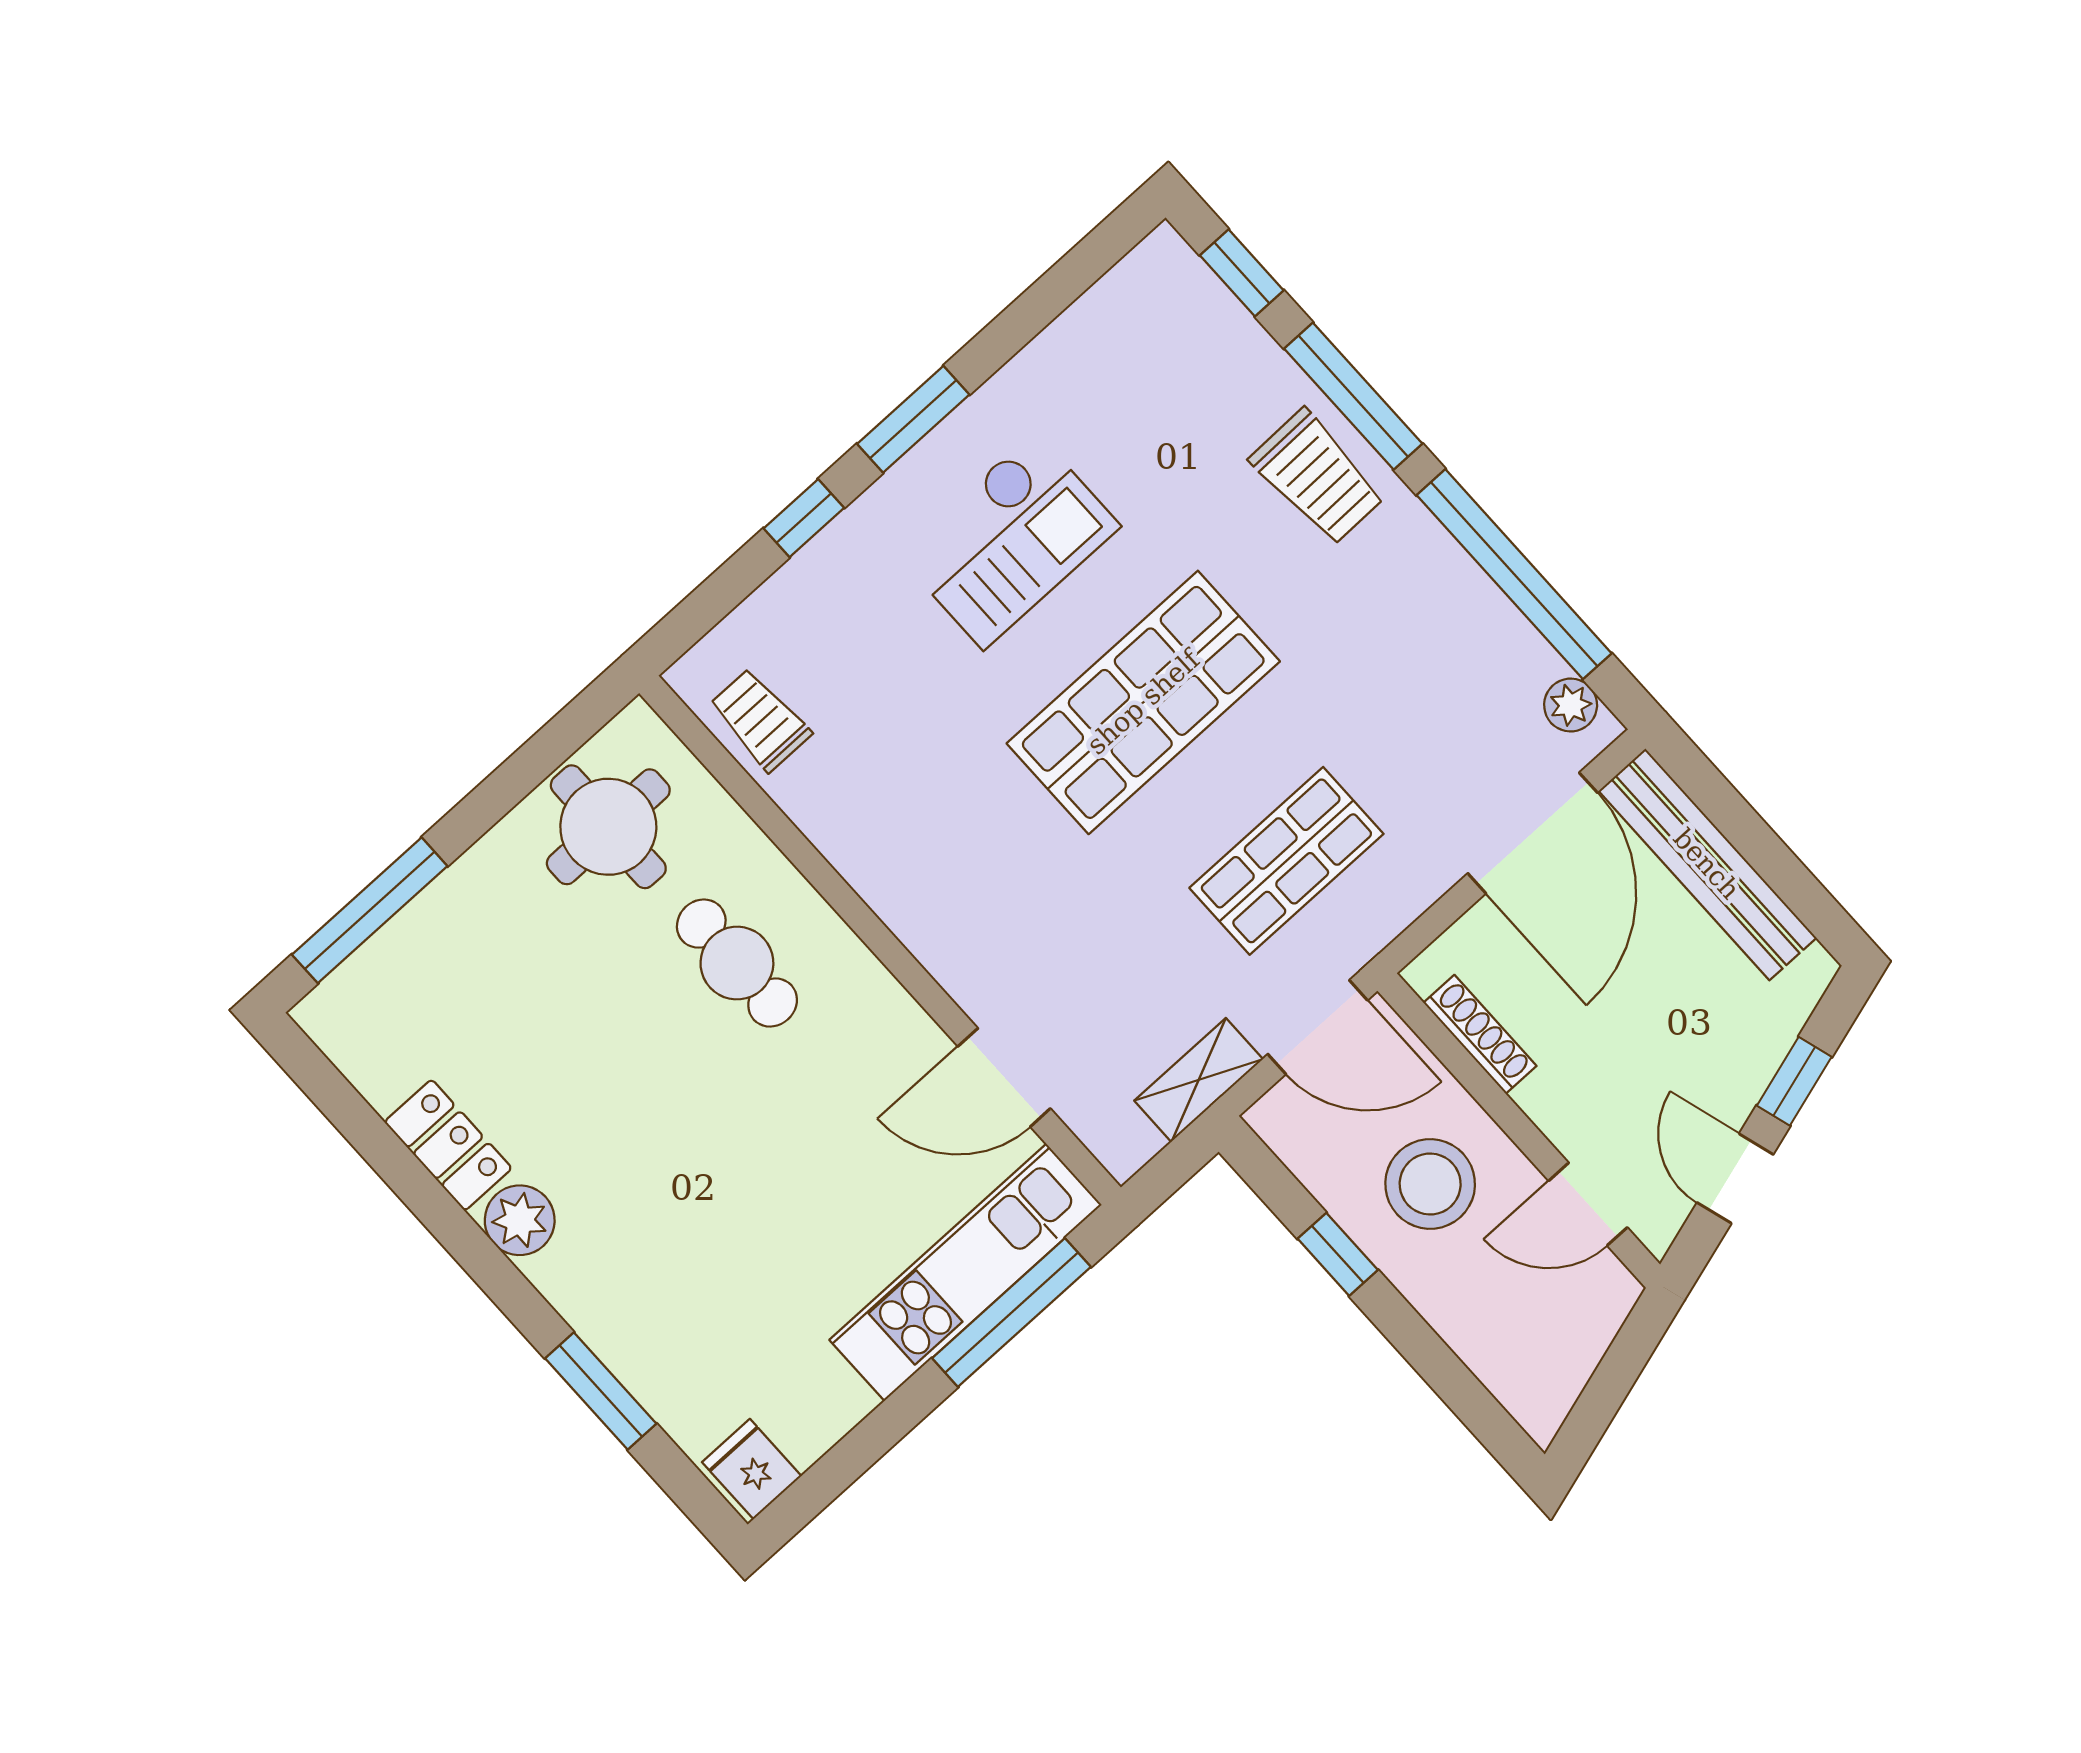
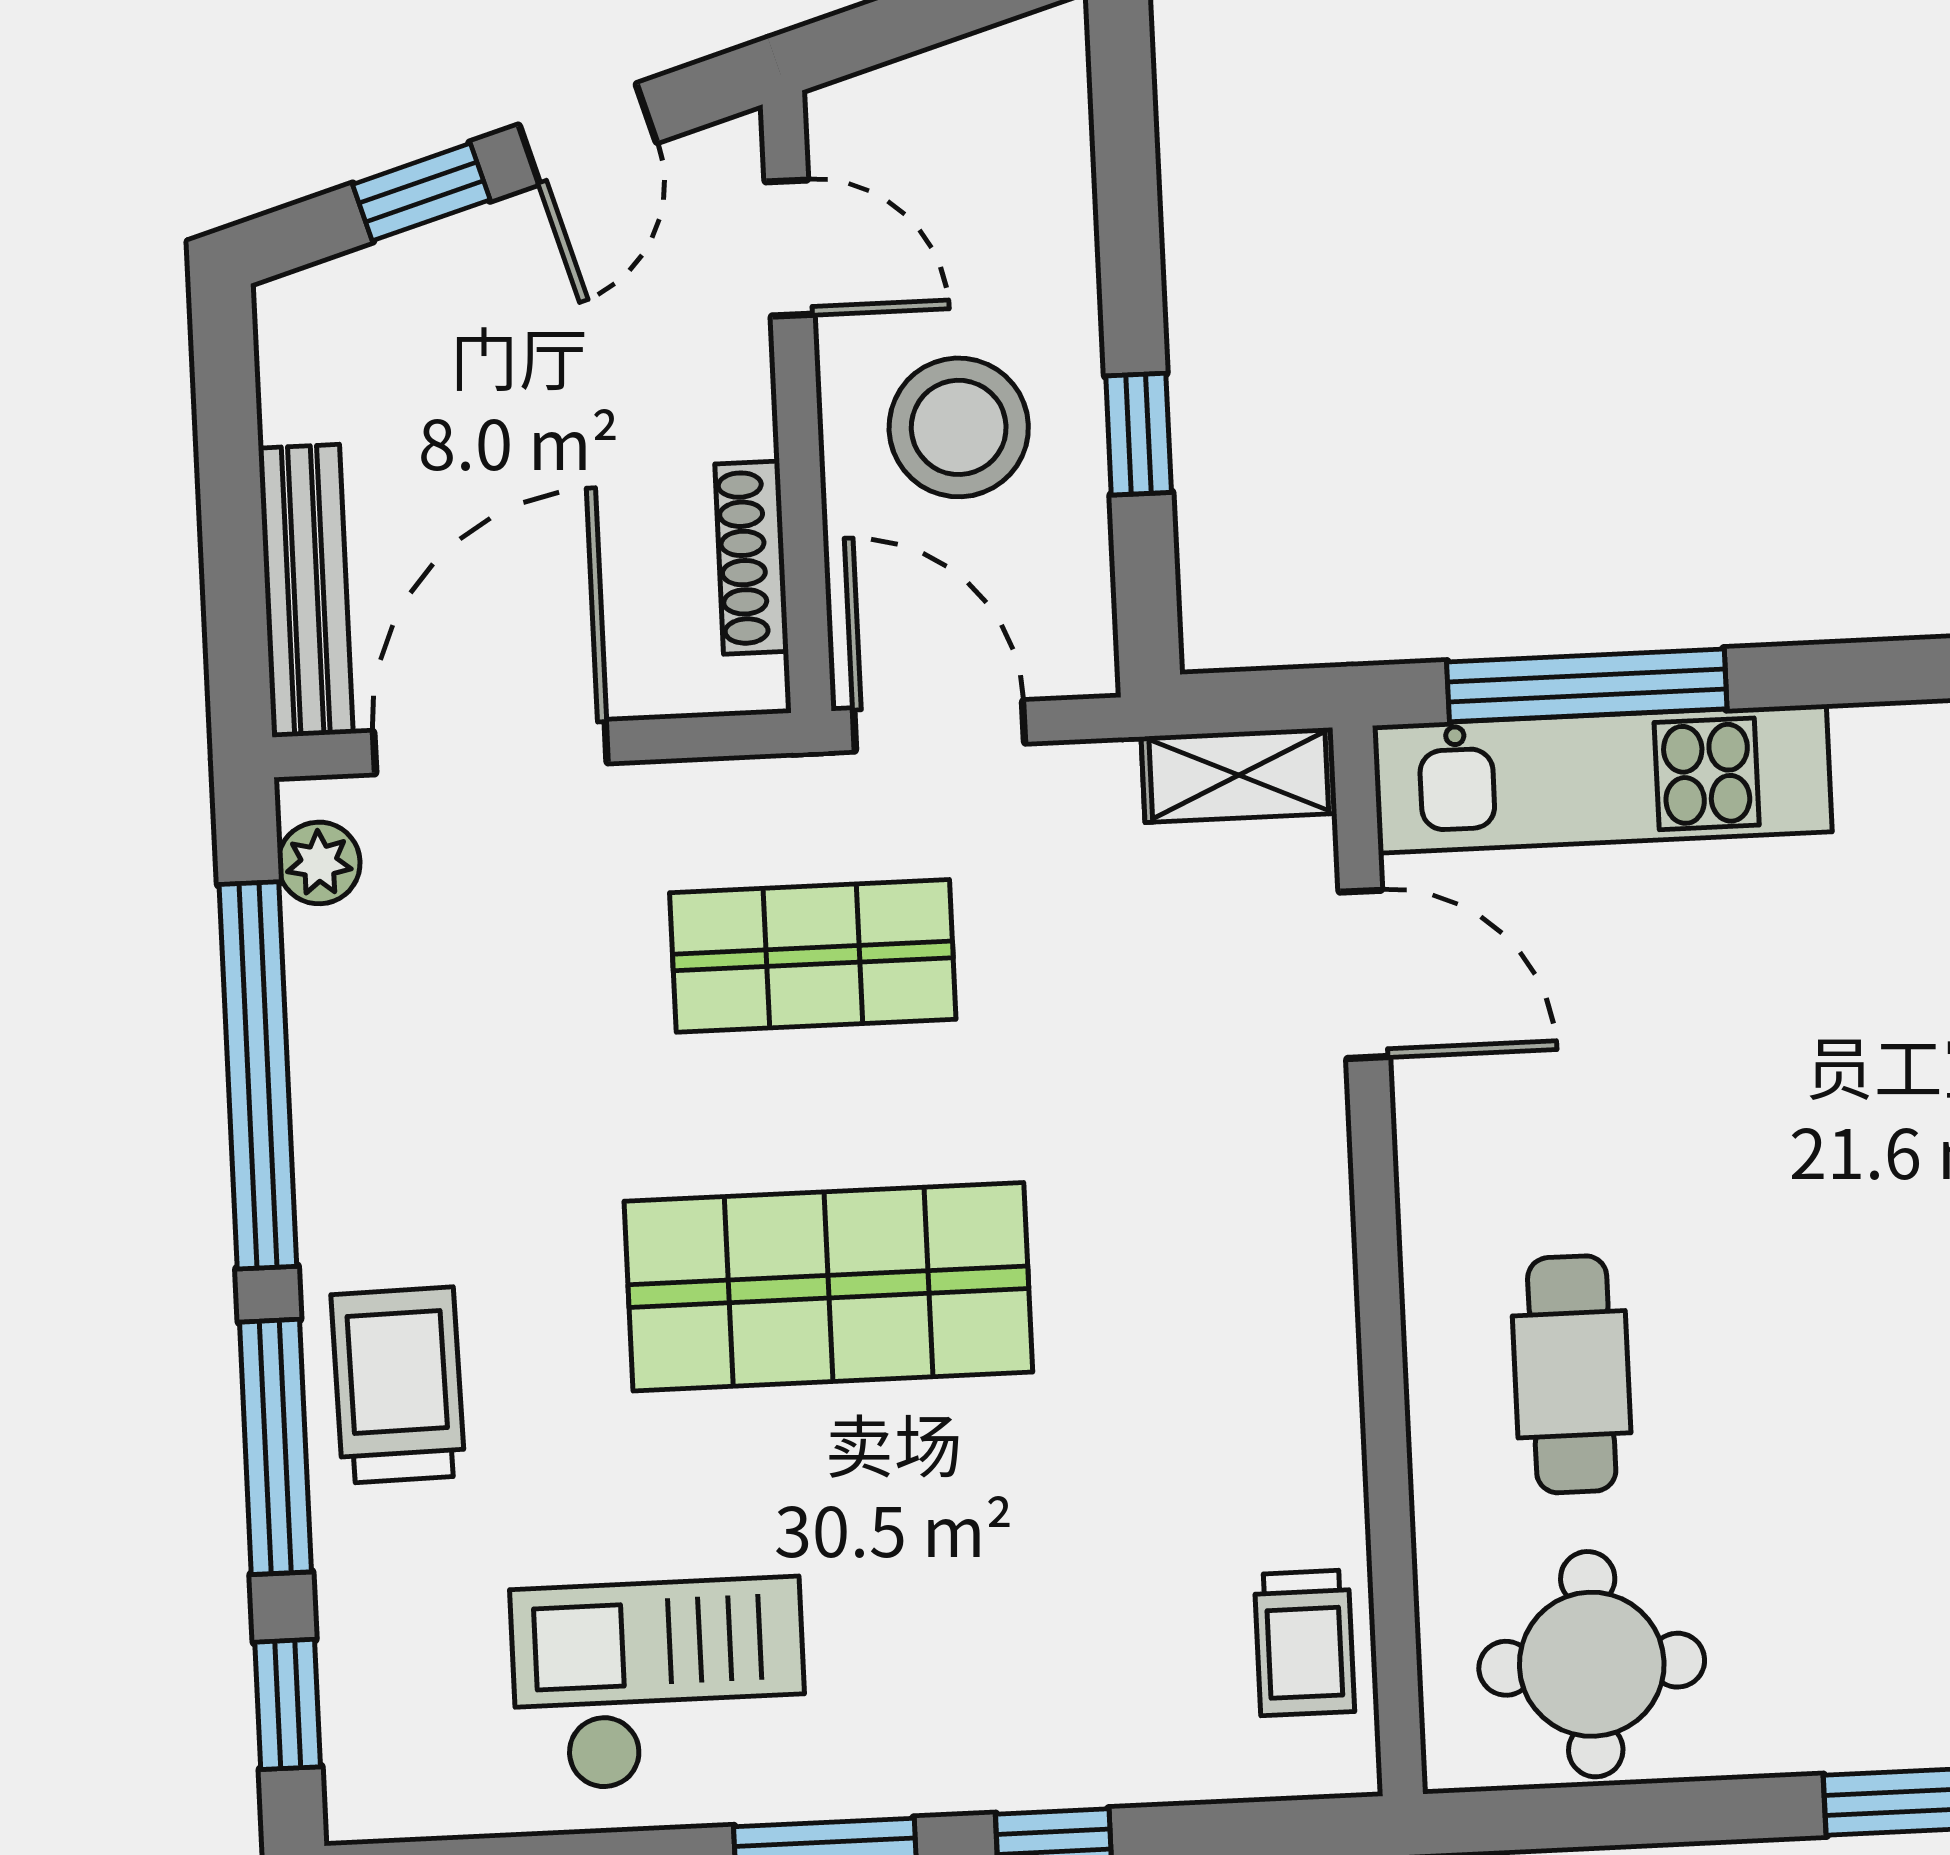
checkout: (1009, 540) -> (659, 1684), moved
bench: (1707, 864) -> (306, 591), width x0.73, depth x0.82
shelving: (1199, 1080) -> (1239, 775), moved

